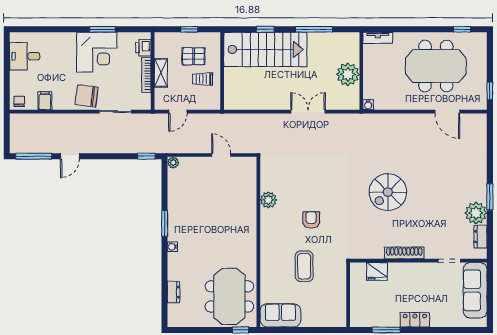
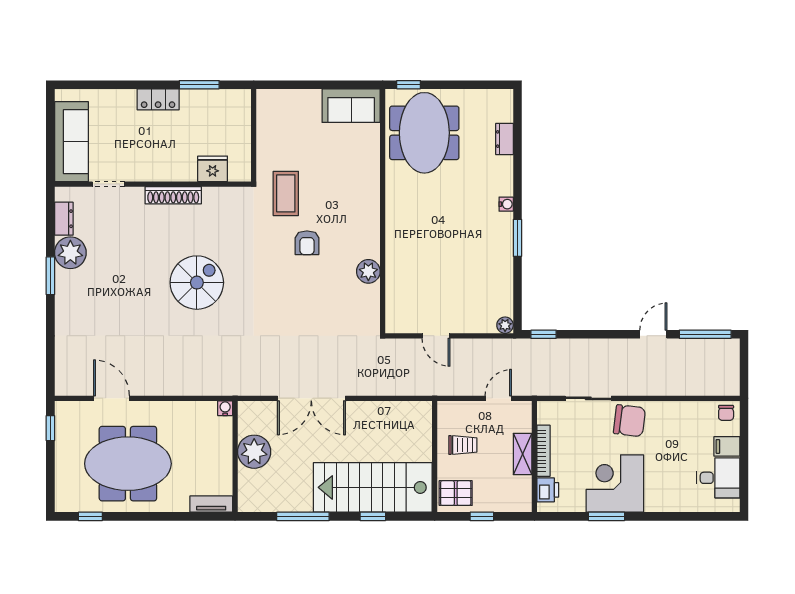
pallet: (194, 56) -> (456, 493), moved
filing cabinet: (45, 101) -> (727, 446), moved, turned 90
double door: (308, 112) -> (311, 398), width x1.37
coffee table: (304, 266) -> (286, 193), moved

